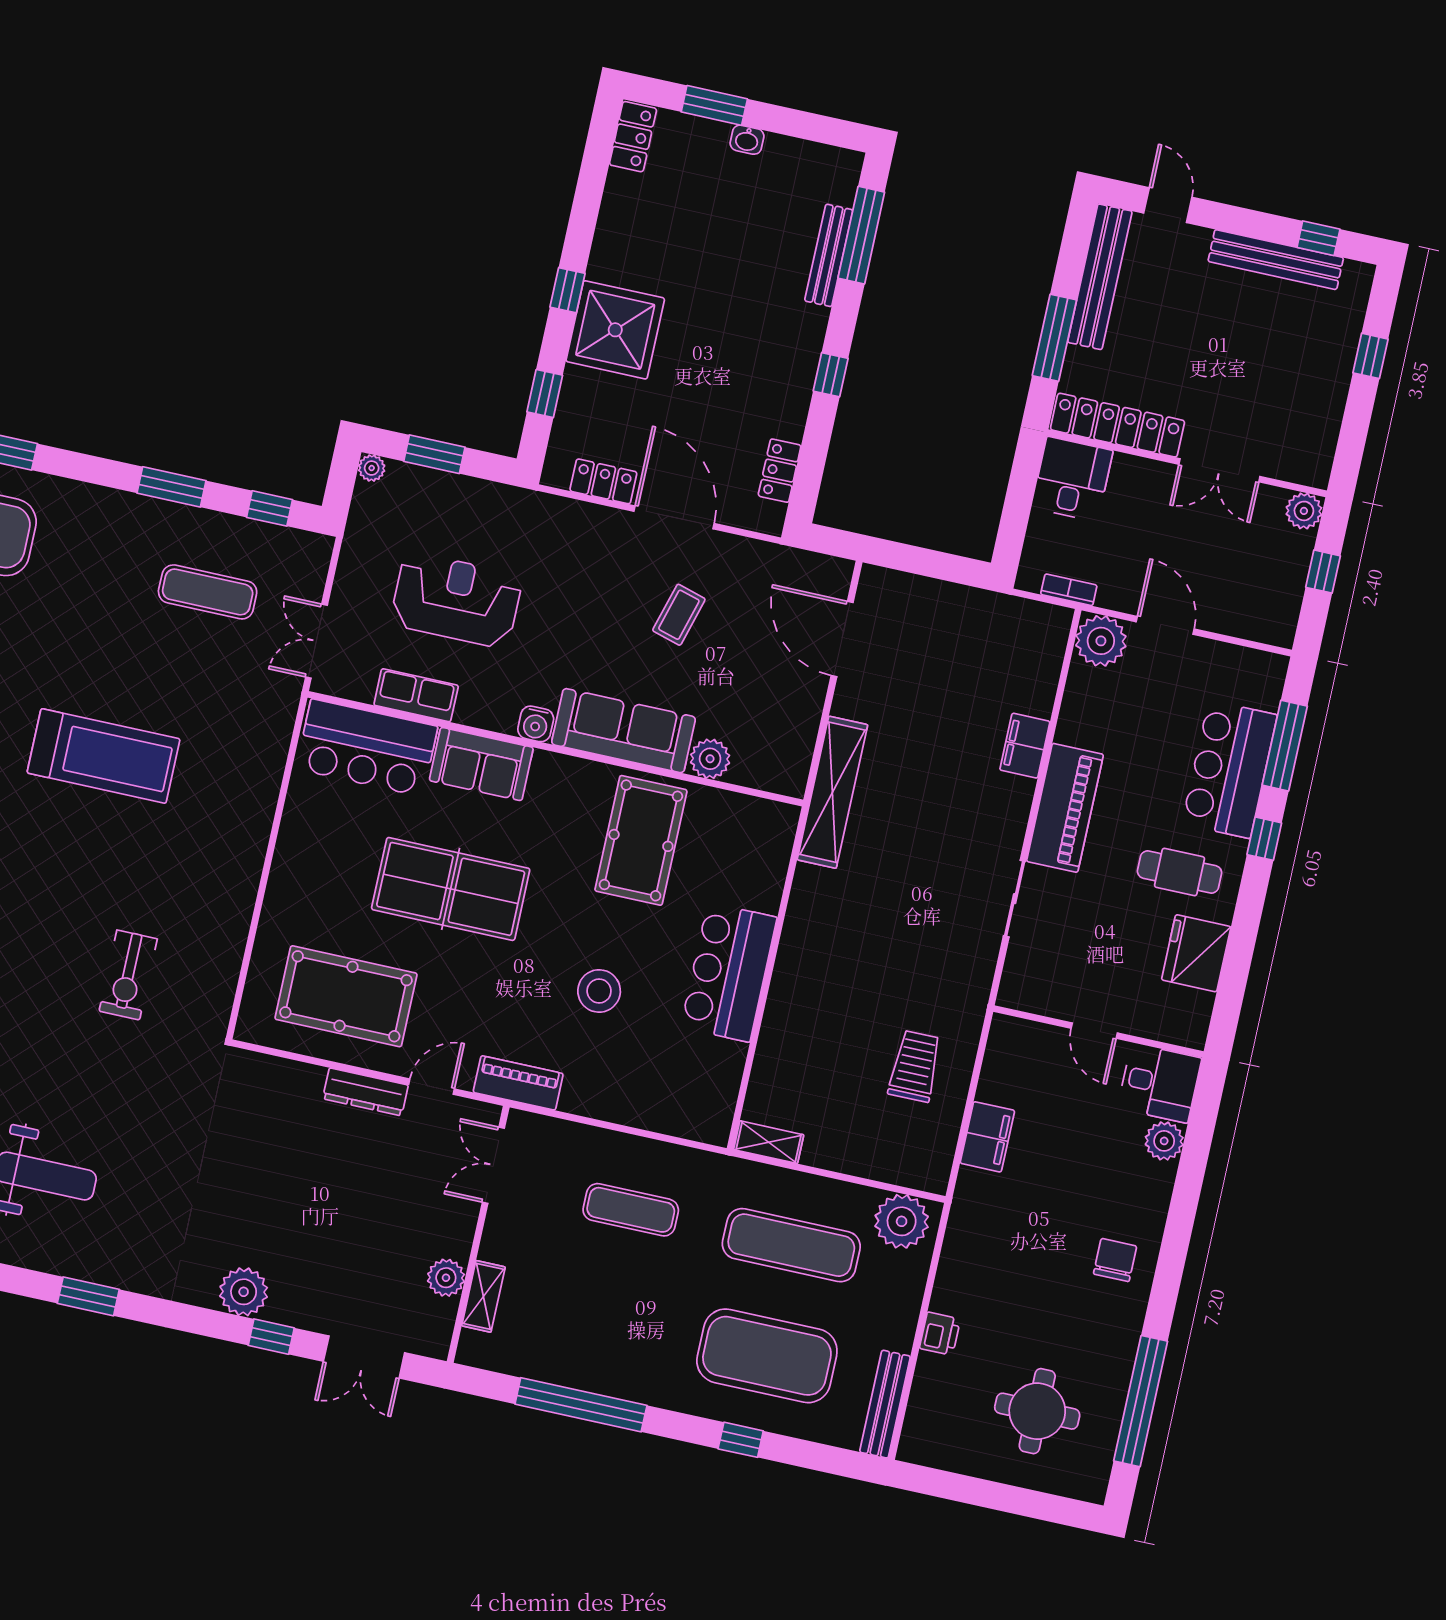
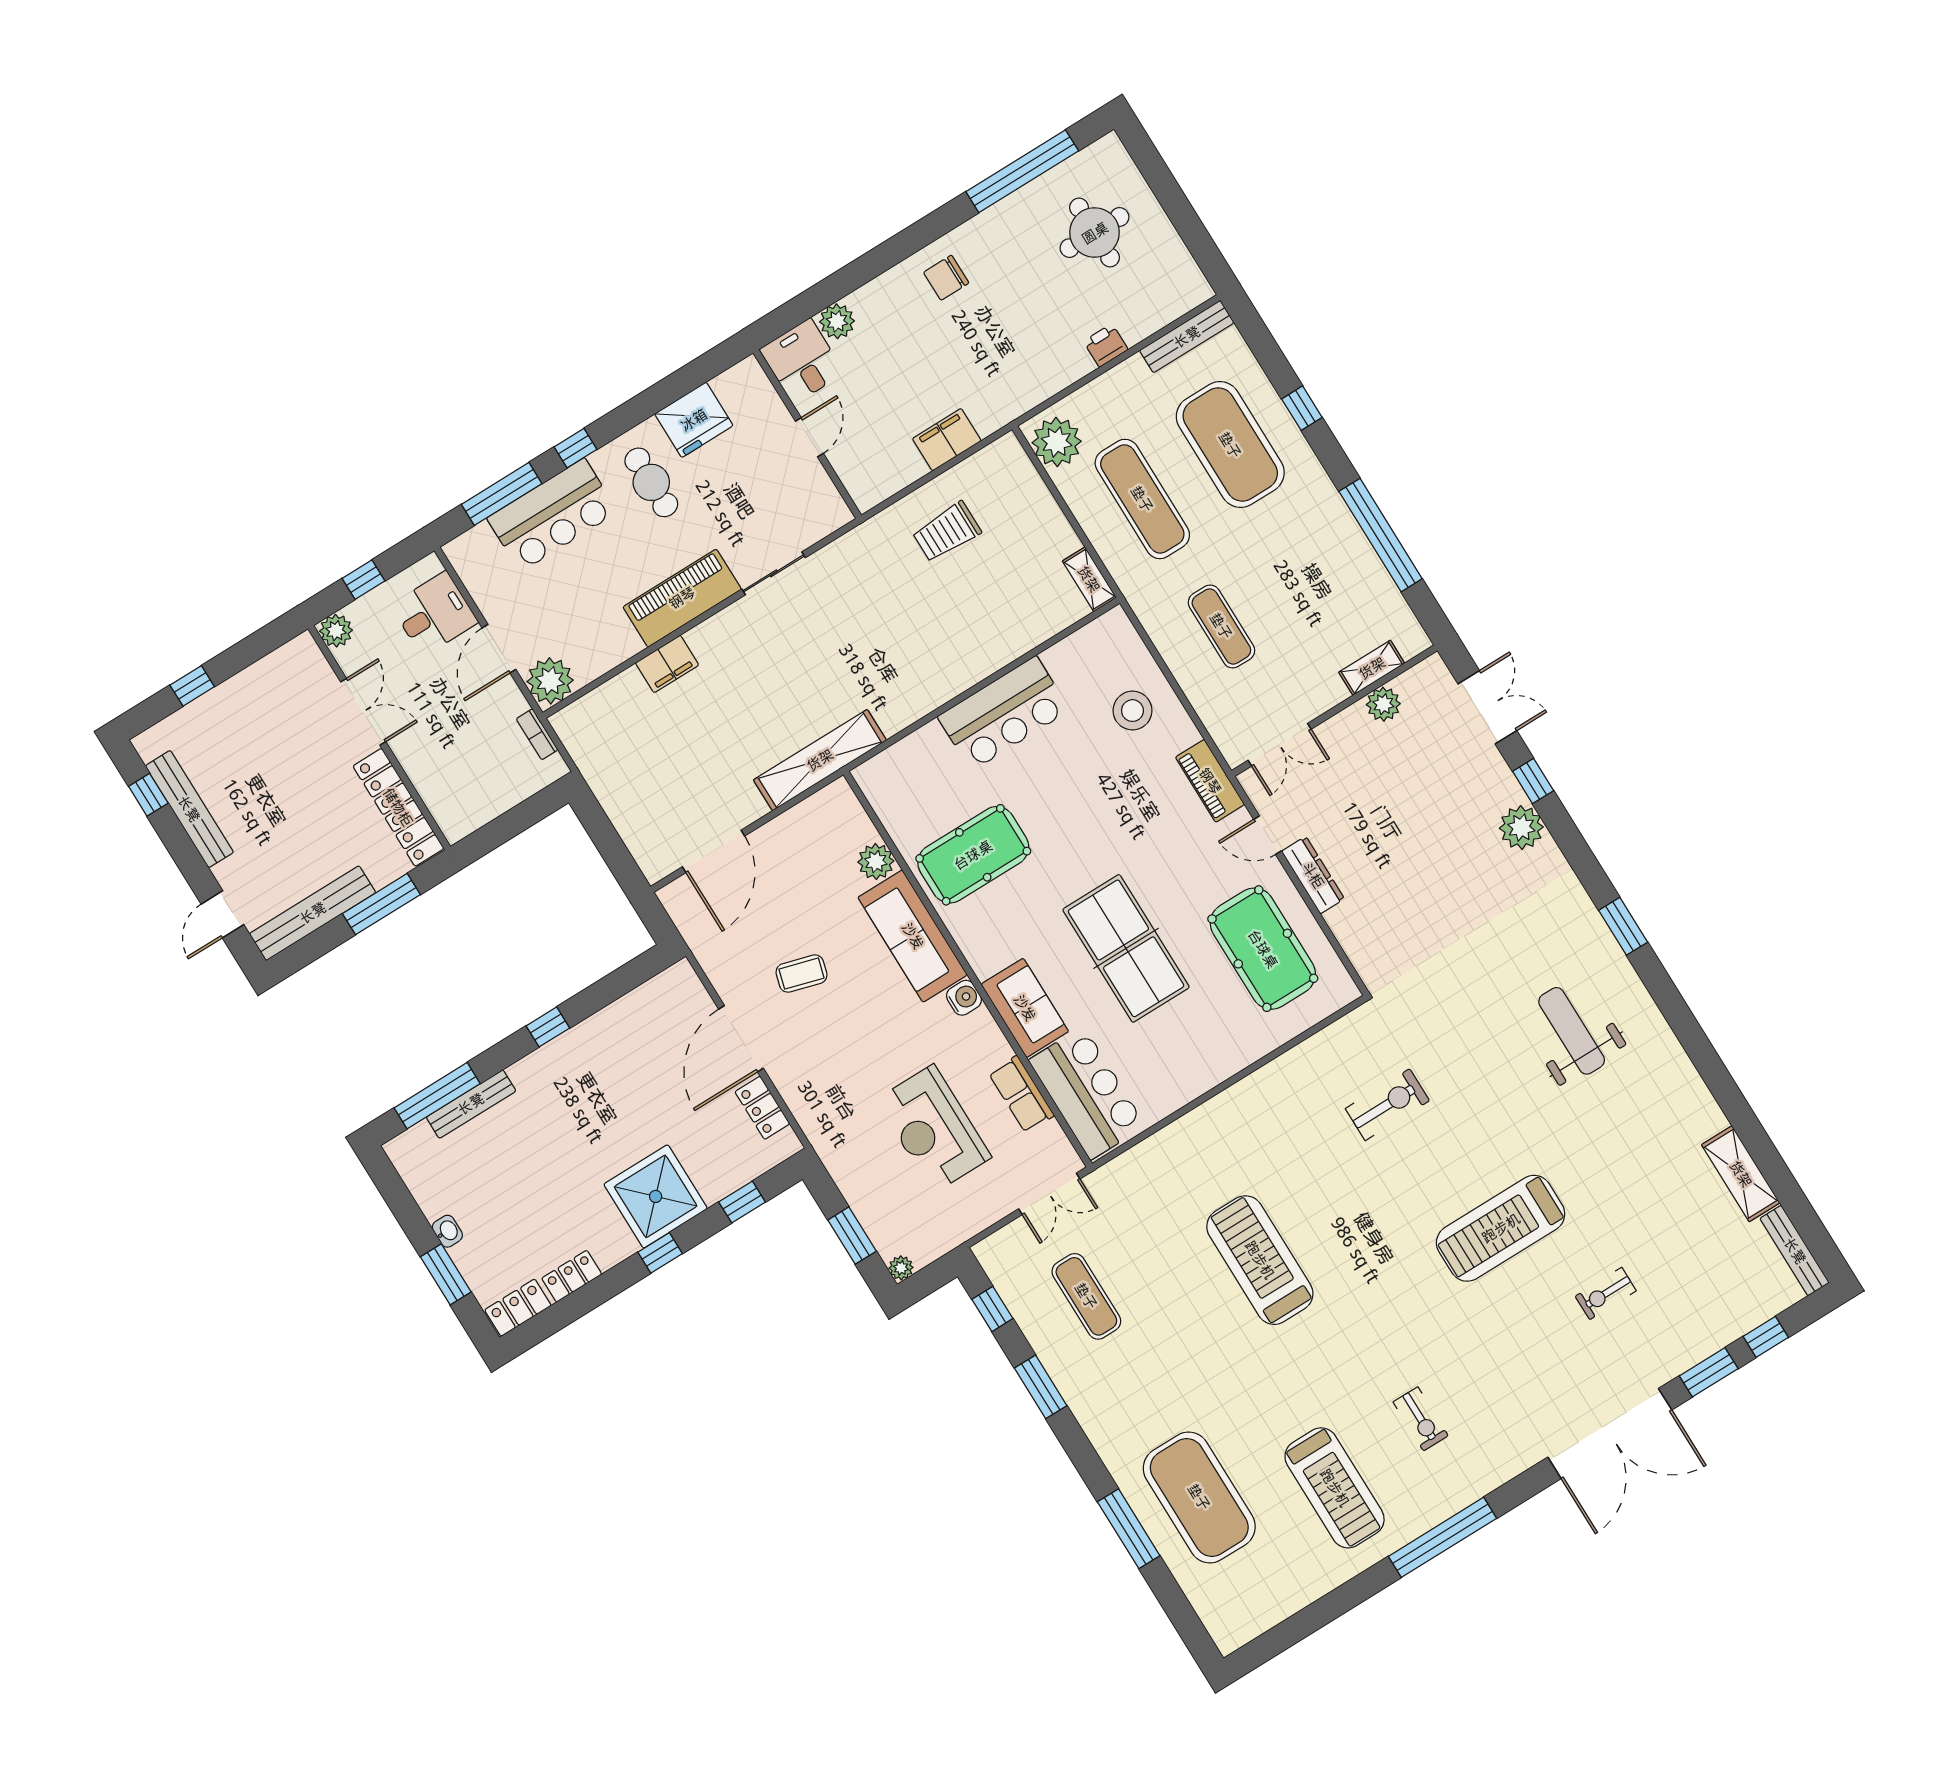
locker: (780, 471) -> (572, 1276), moved, turned 180
desk: (1072, 479) -> (434, 614), moved, turned 180
stool: (599, 991) -> (1132, 711), moved

